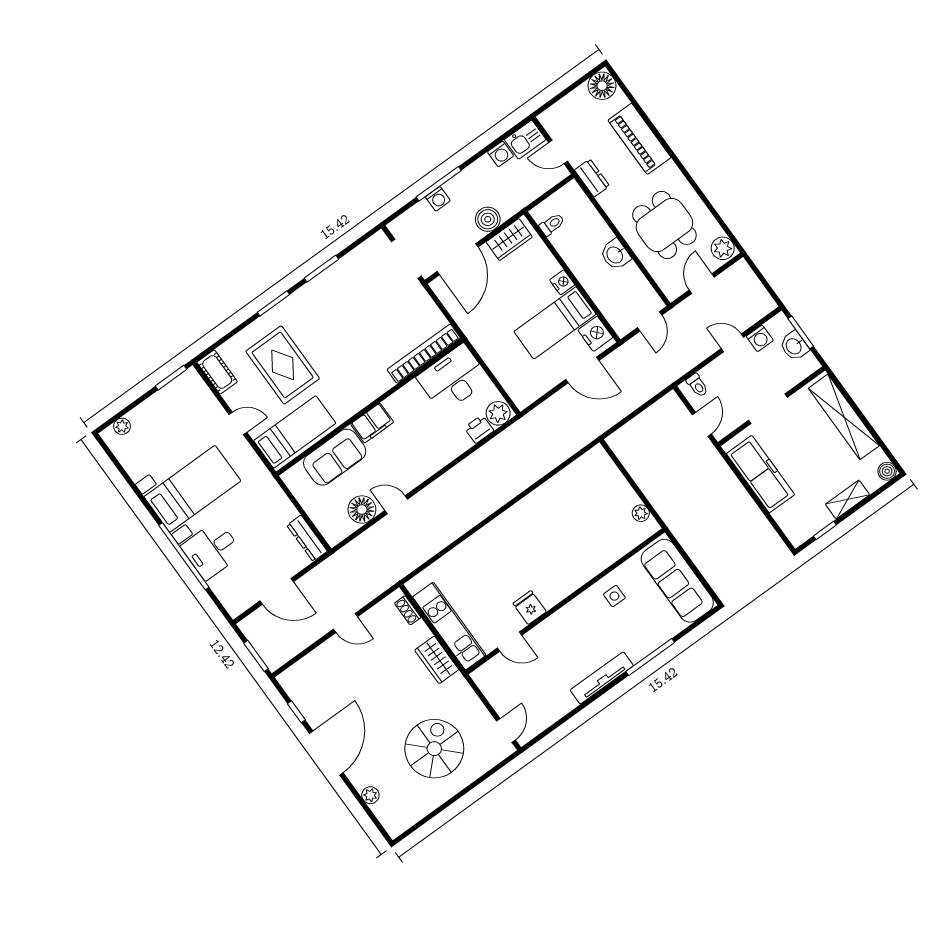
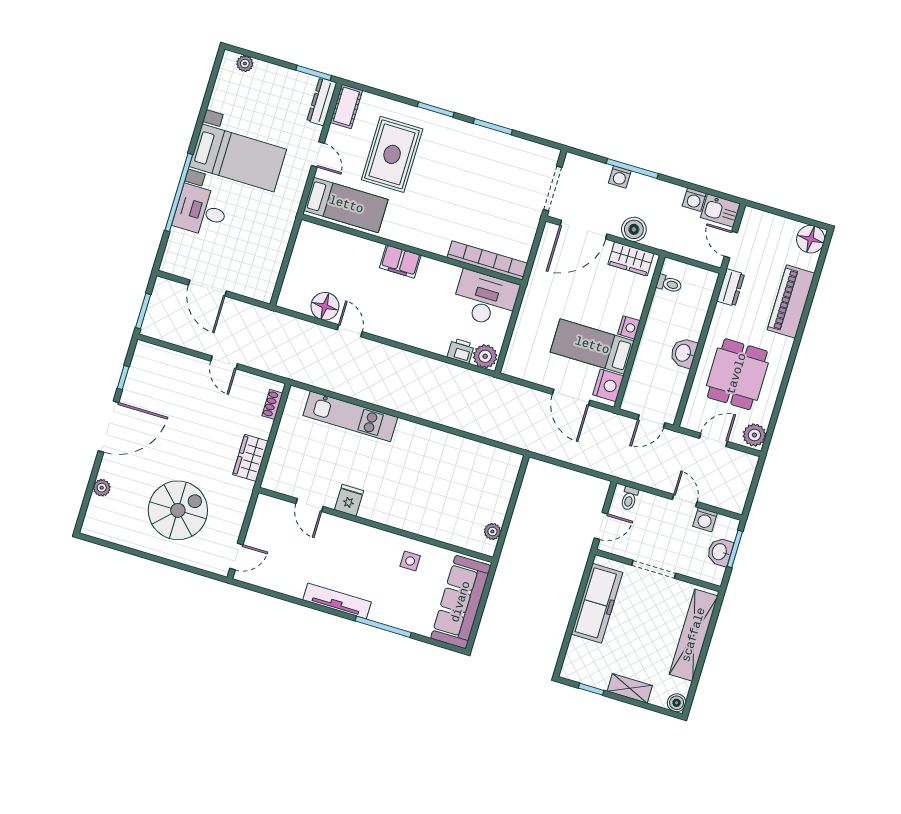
sofa: (335, 457) -> (350, 252), removed
dresser: (307, 538) -> (322, 102), moved
kitchen unit: (449, 626) -> (350, 416), moved, turned 90

